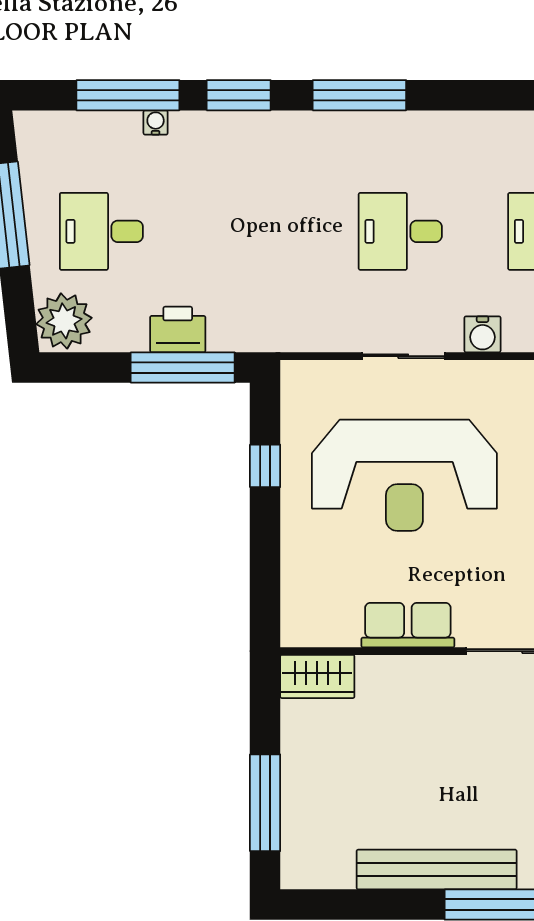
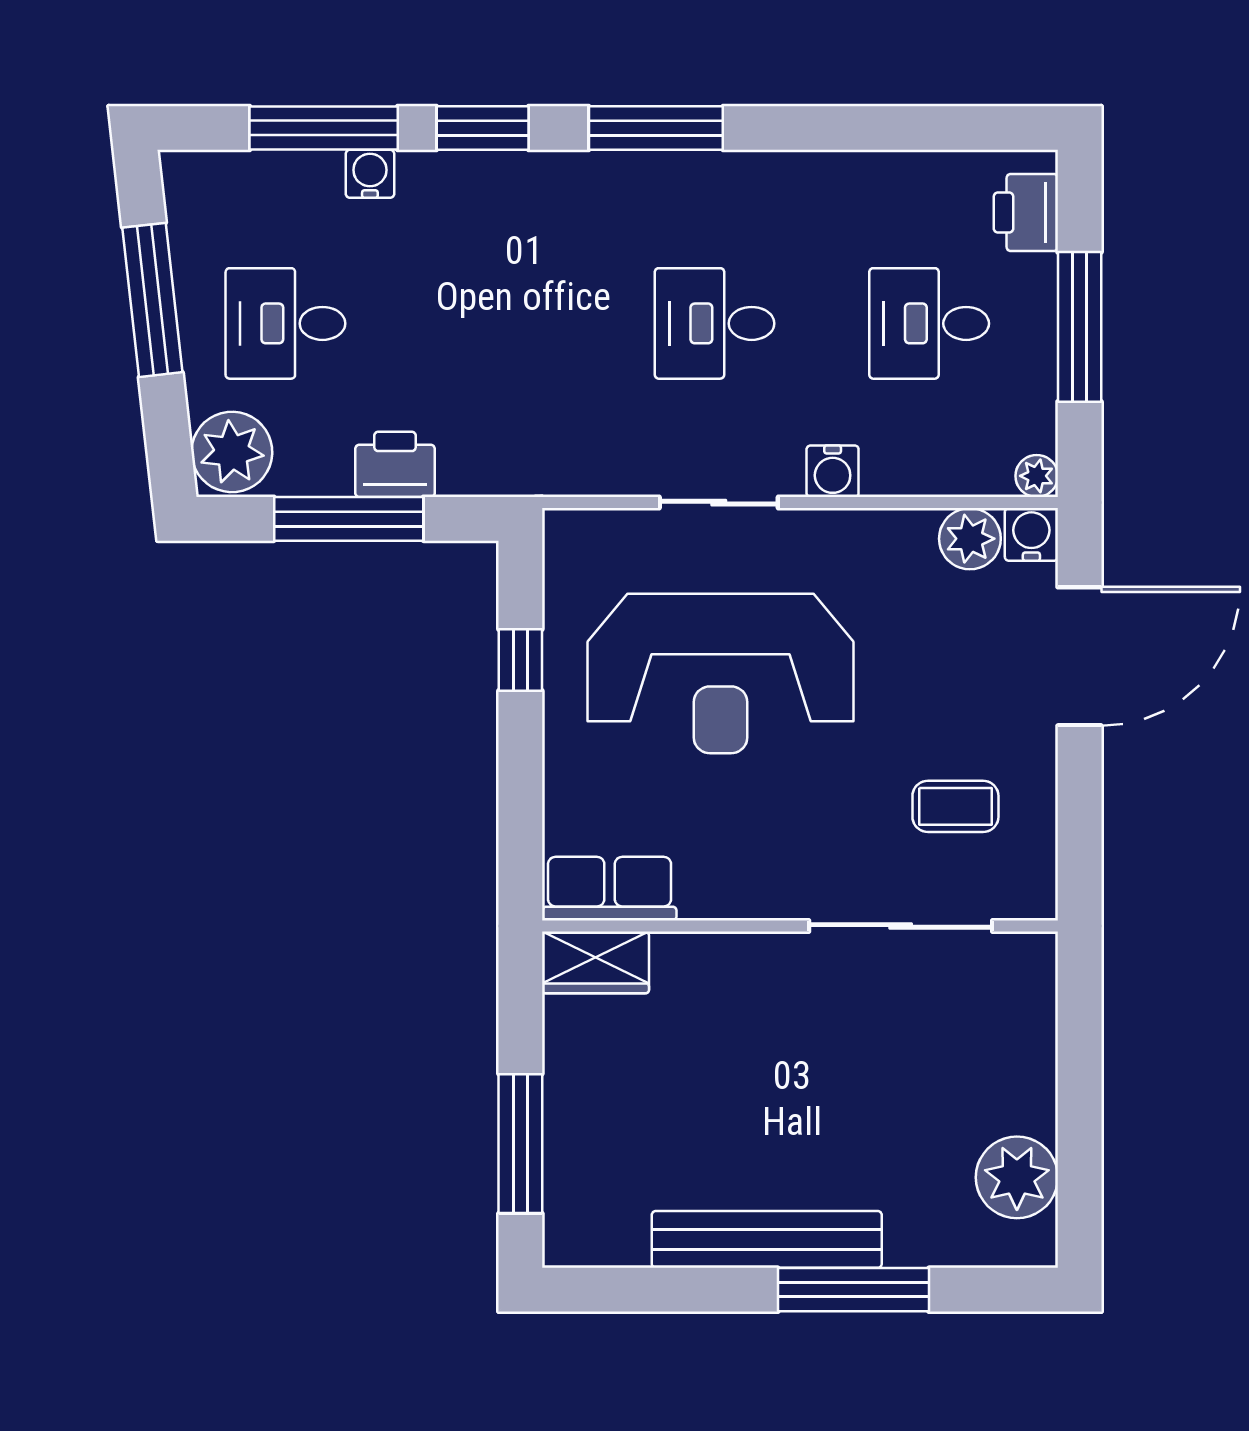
water cooler: (156, 122) -> (370, 174), width x1.38, depth x1.38
window: (183, 368) -> (349, 519), moved
row of seats: (408, 625) -> (610, 889), moved

